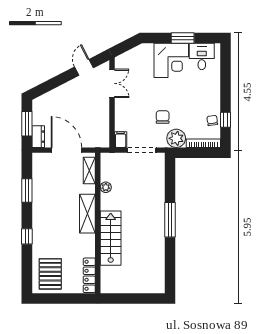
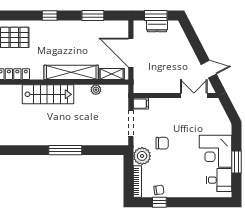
double door: (112, 83) -> (194, 96), swing flipped
dresser: (38, 137) -> (157, 26), moved
door: (66, 150) -> (131, 53), swing flipped
shelving: (87, 214) -> (71, 72), width x1.47

